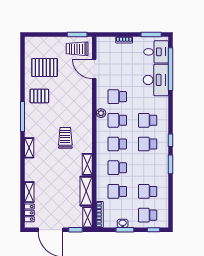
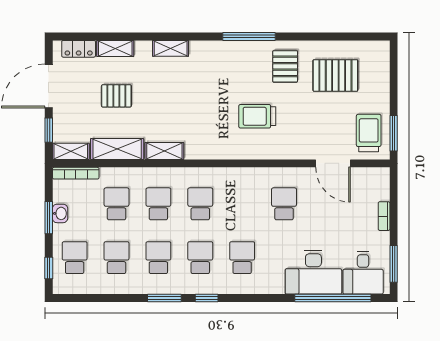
pallet: (45, 68) -> (335, 75), turned 90
door: (94, 69) -> (333, 163), swing flipped
plant: (101, 113) -> (255, 175), removed
school desk: (117, 120) -> (158, 258), moved
trolley: (65, 138) -> (257, 116), moved, turned 180
shelving: (29, 148) -> (171, 48), moved
pallet: (56, 191) -> (116, 96), added

